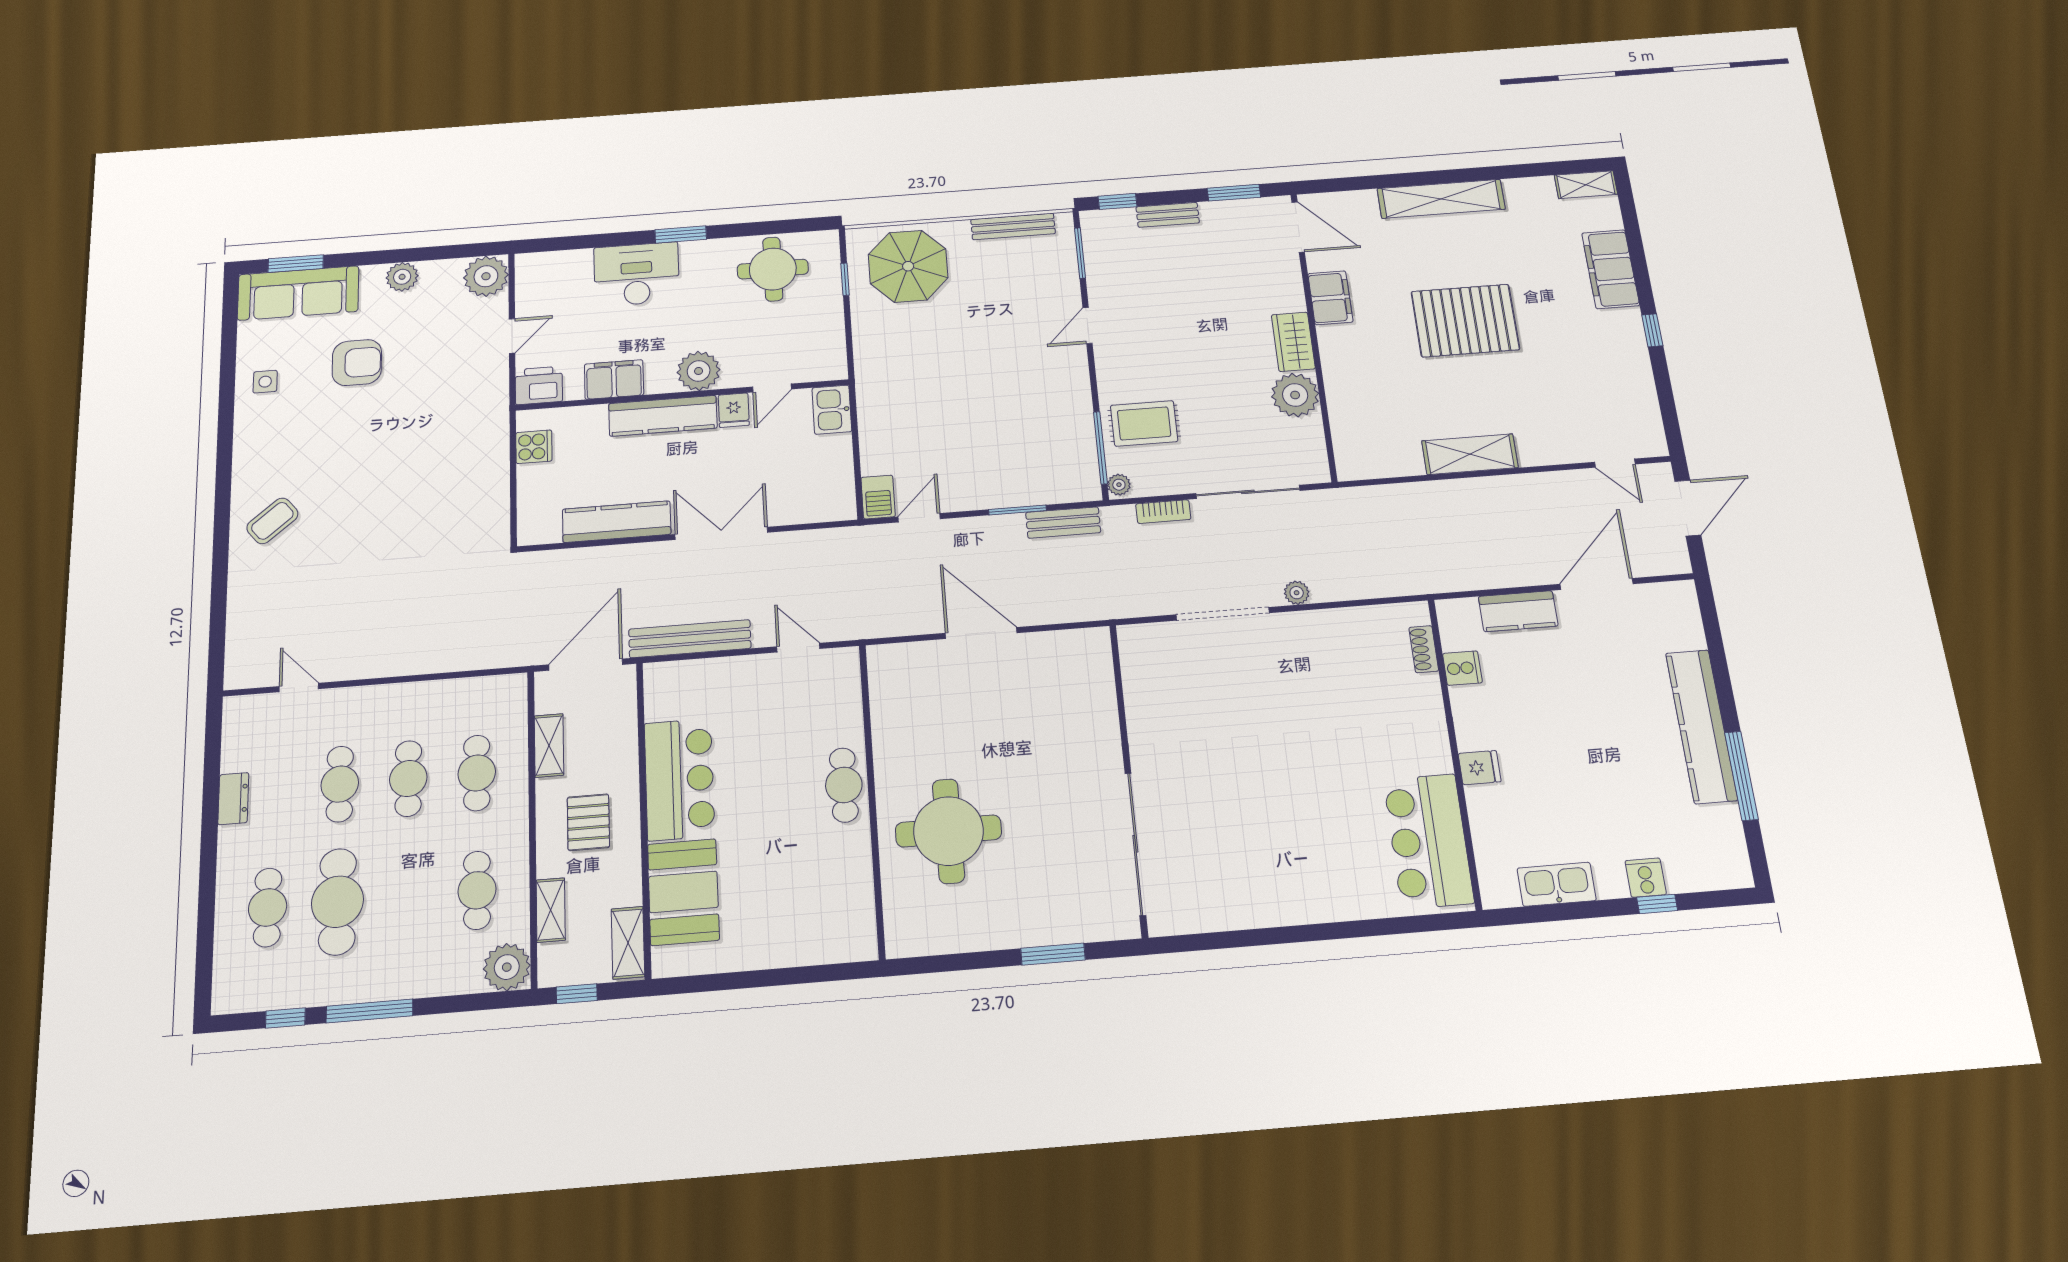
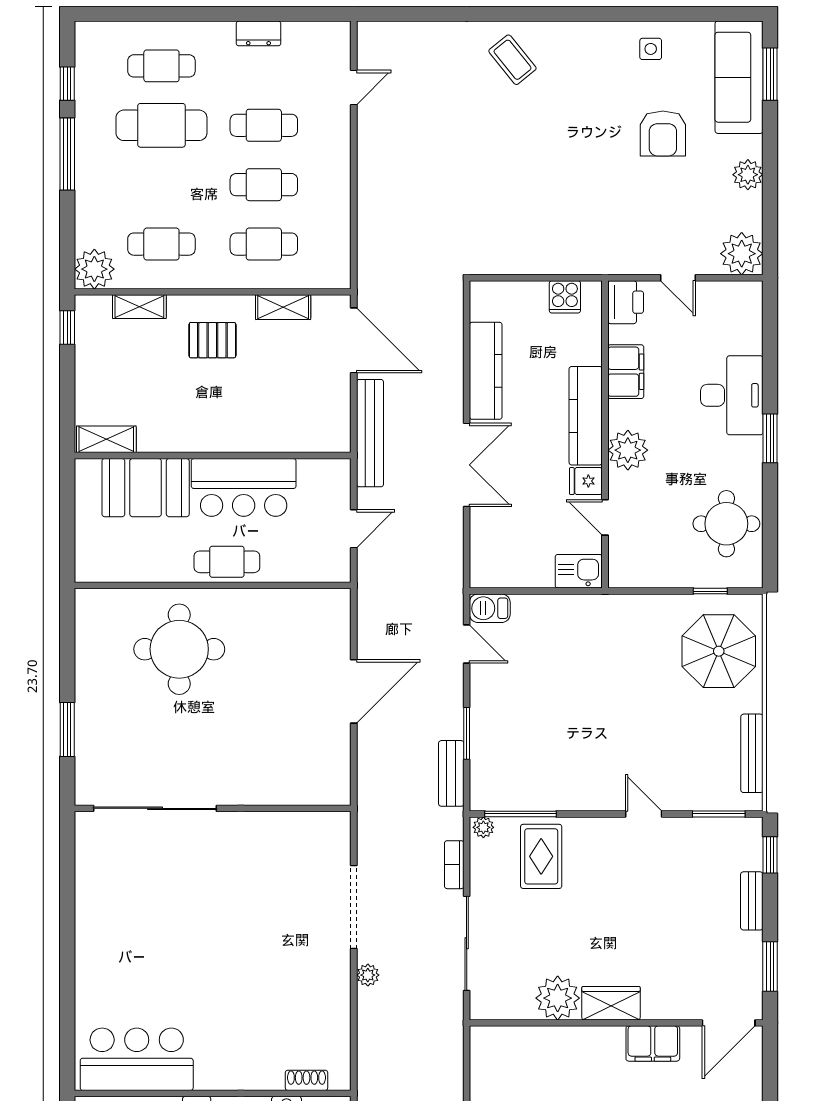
bar counter: (679, 779) -> (244, 487), moved
wall: (644, 817) -> (213, 456), moved
booth: (683, 892) -> (146, 488), moved
shelving: (628, 943) -> (106, 439), moved

